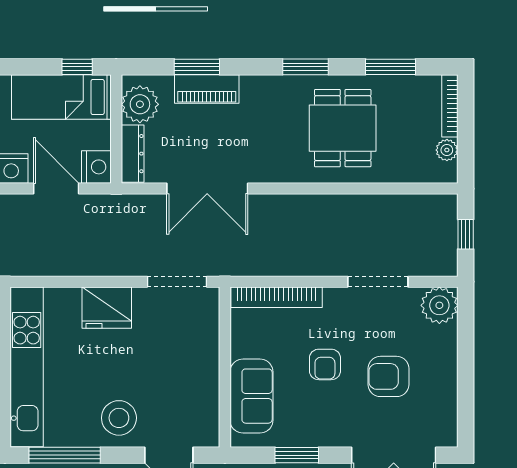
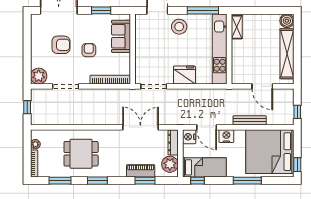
dining table: (343, 128) -> (81, 154), turned 90

